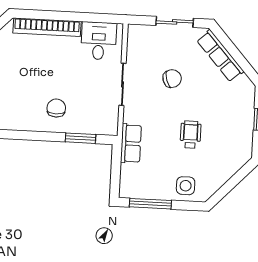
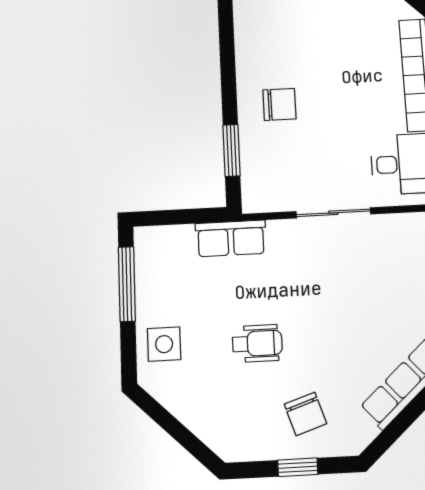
chair: (172, 79) -> (305, 414), moved

